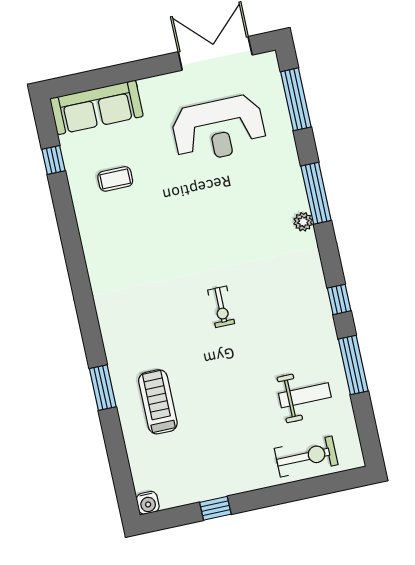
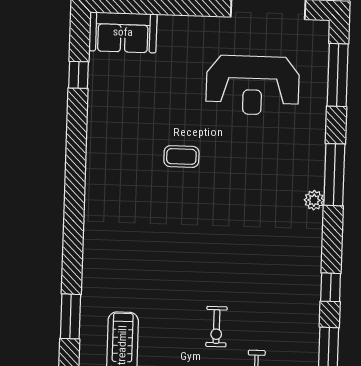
sofa: (97, 107) -> (123, 32), width x0.73
coffee table: (115, 179) -> (181, 157), moved
exercise bike: (221, 307) -> (216, 327), moved

